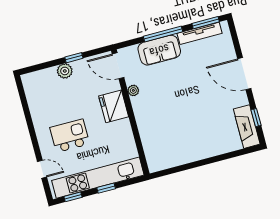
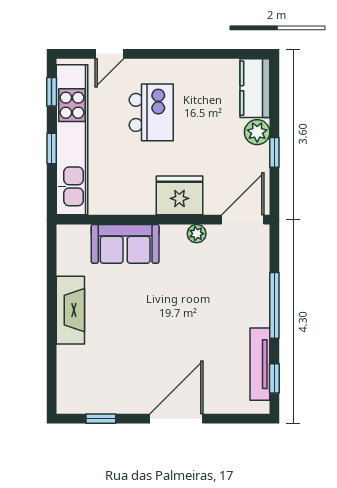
window: (206, 23) -> (274, 378), width x0.67
sofa: (159, 50) -> (125, 244), moved, turned -90
kitchen counter: (39, 79) -> (255, 88), added
fireplace: (247, 127) -> (70, 310), moved, turned 90

